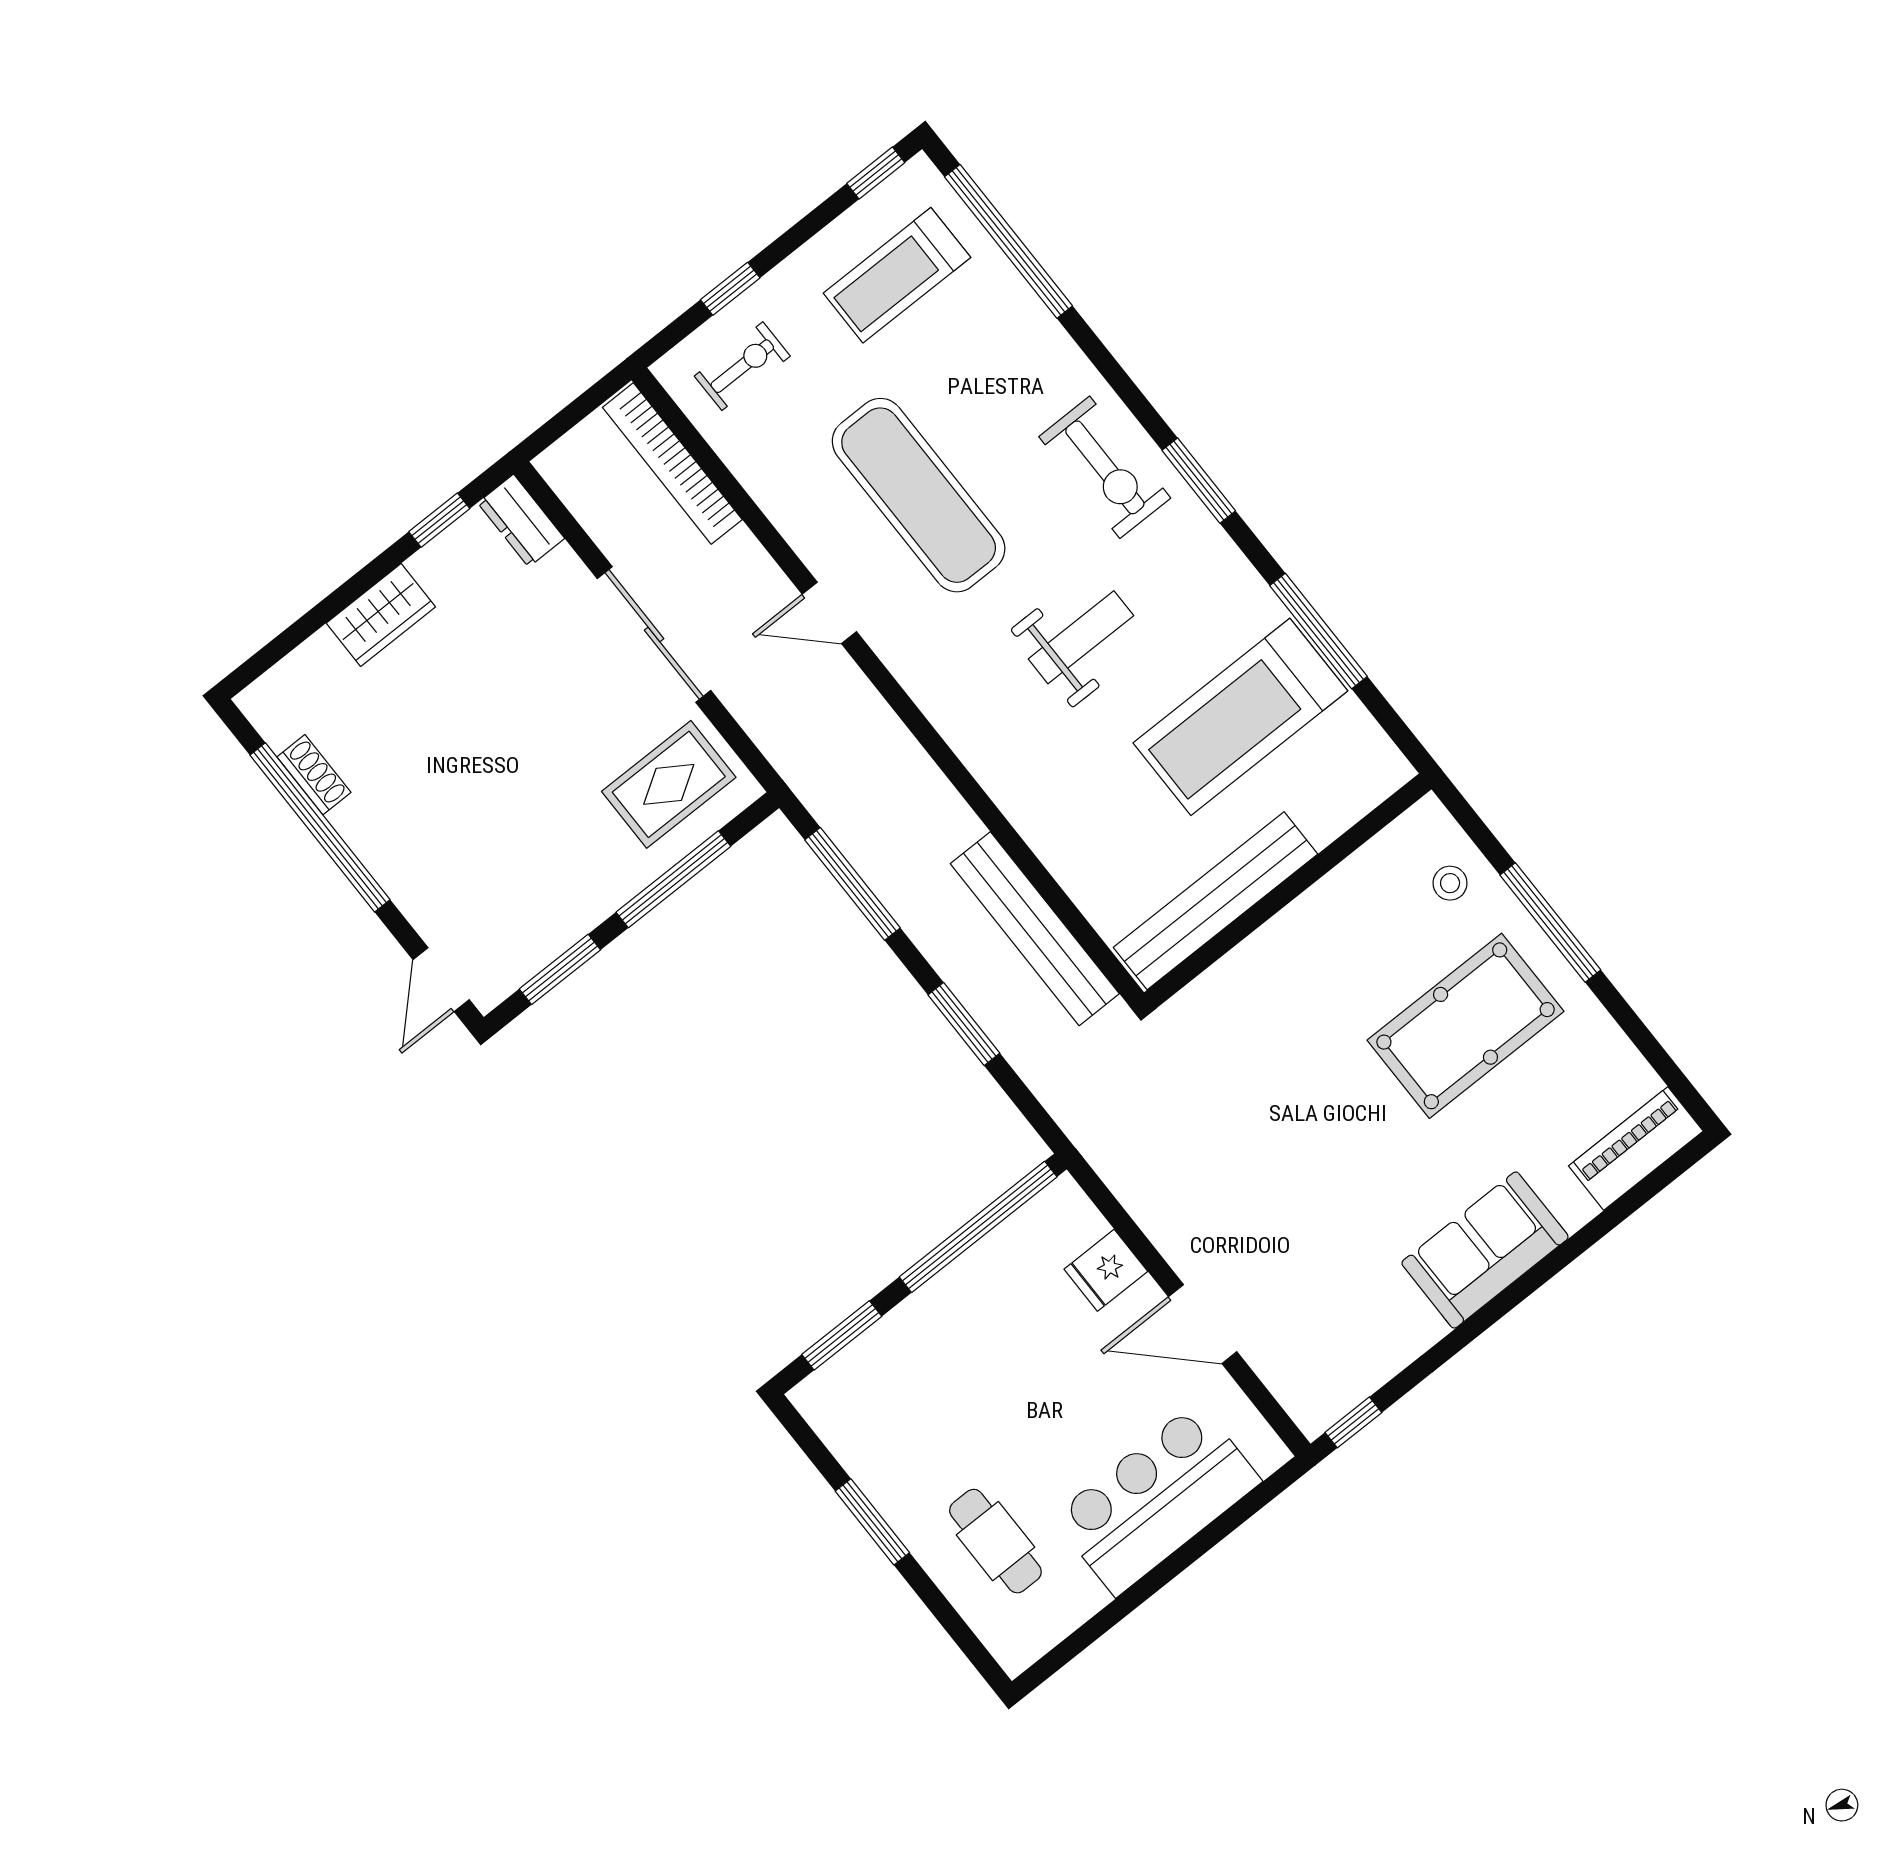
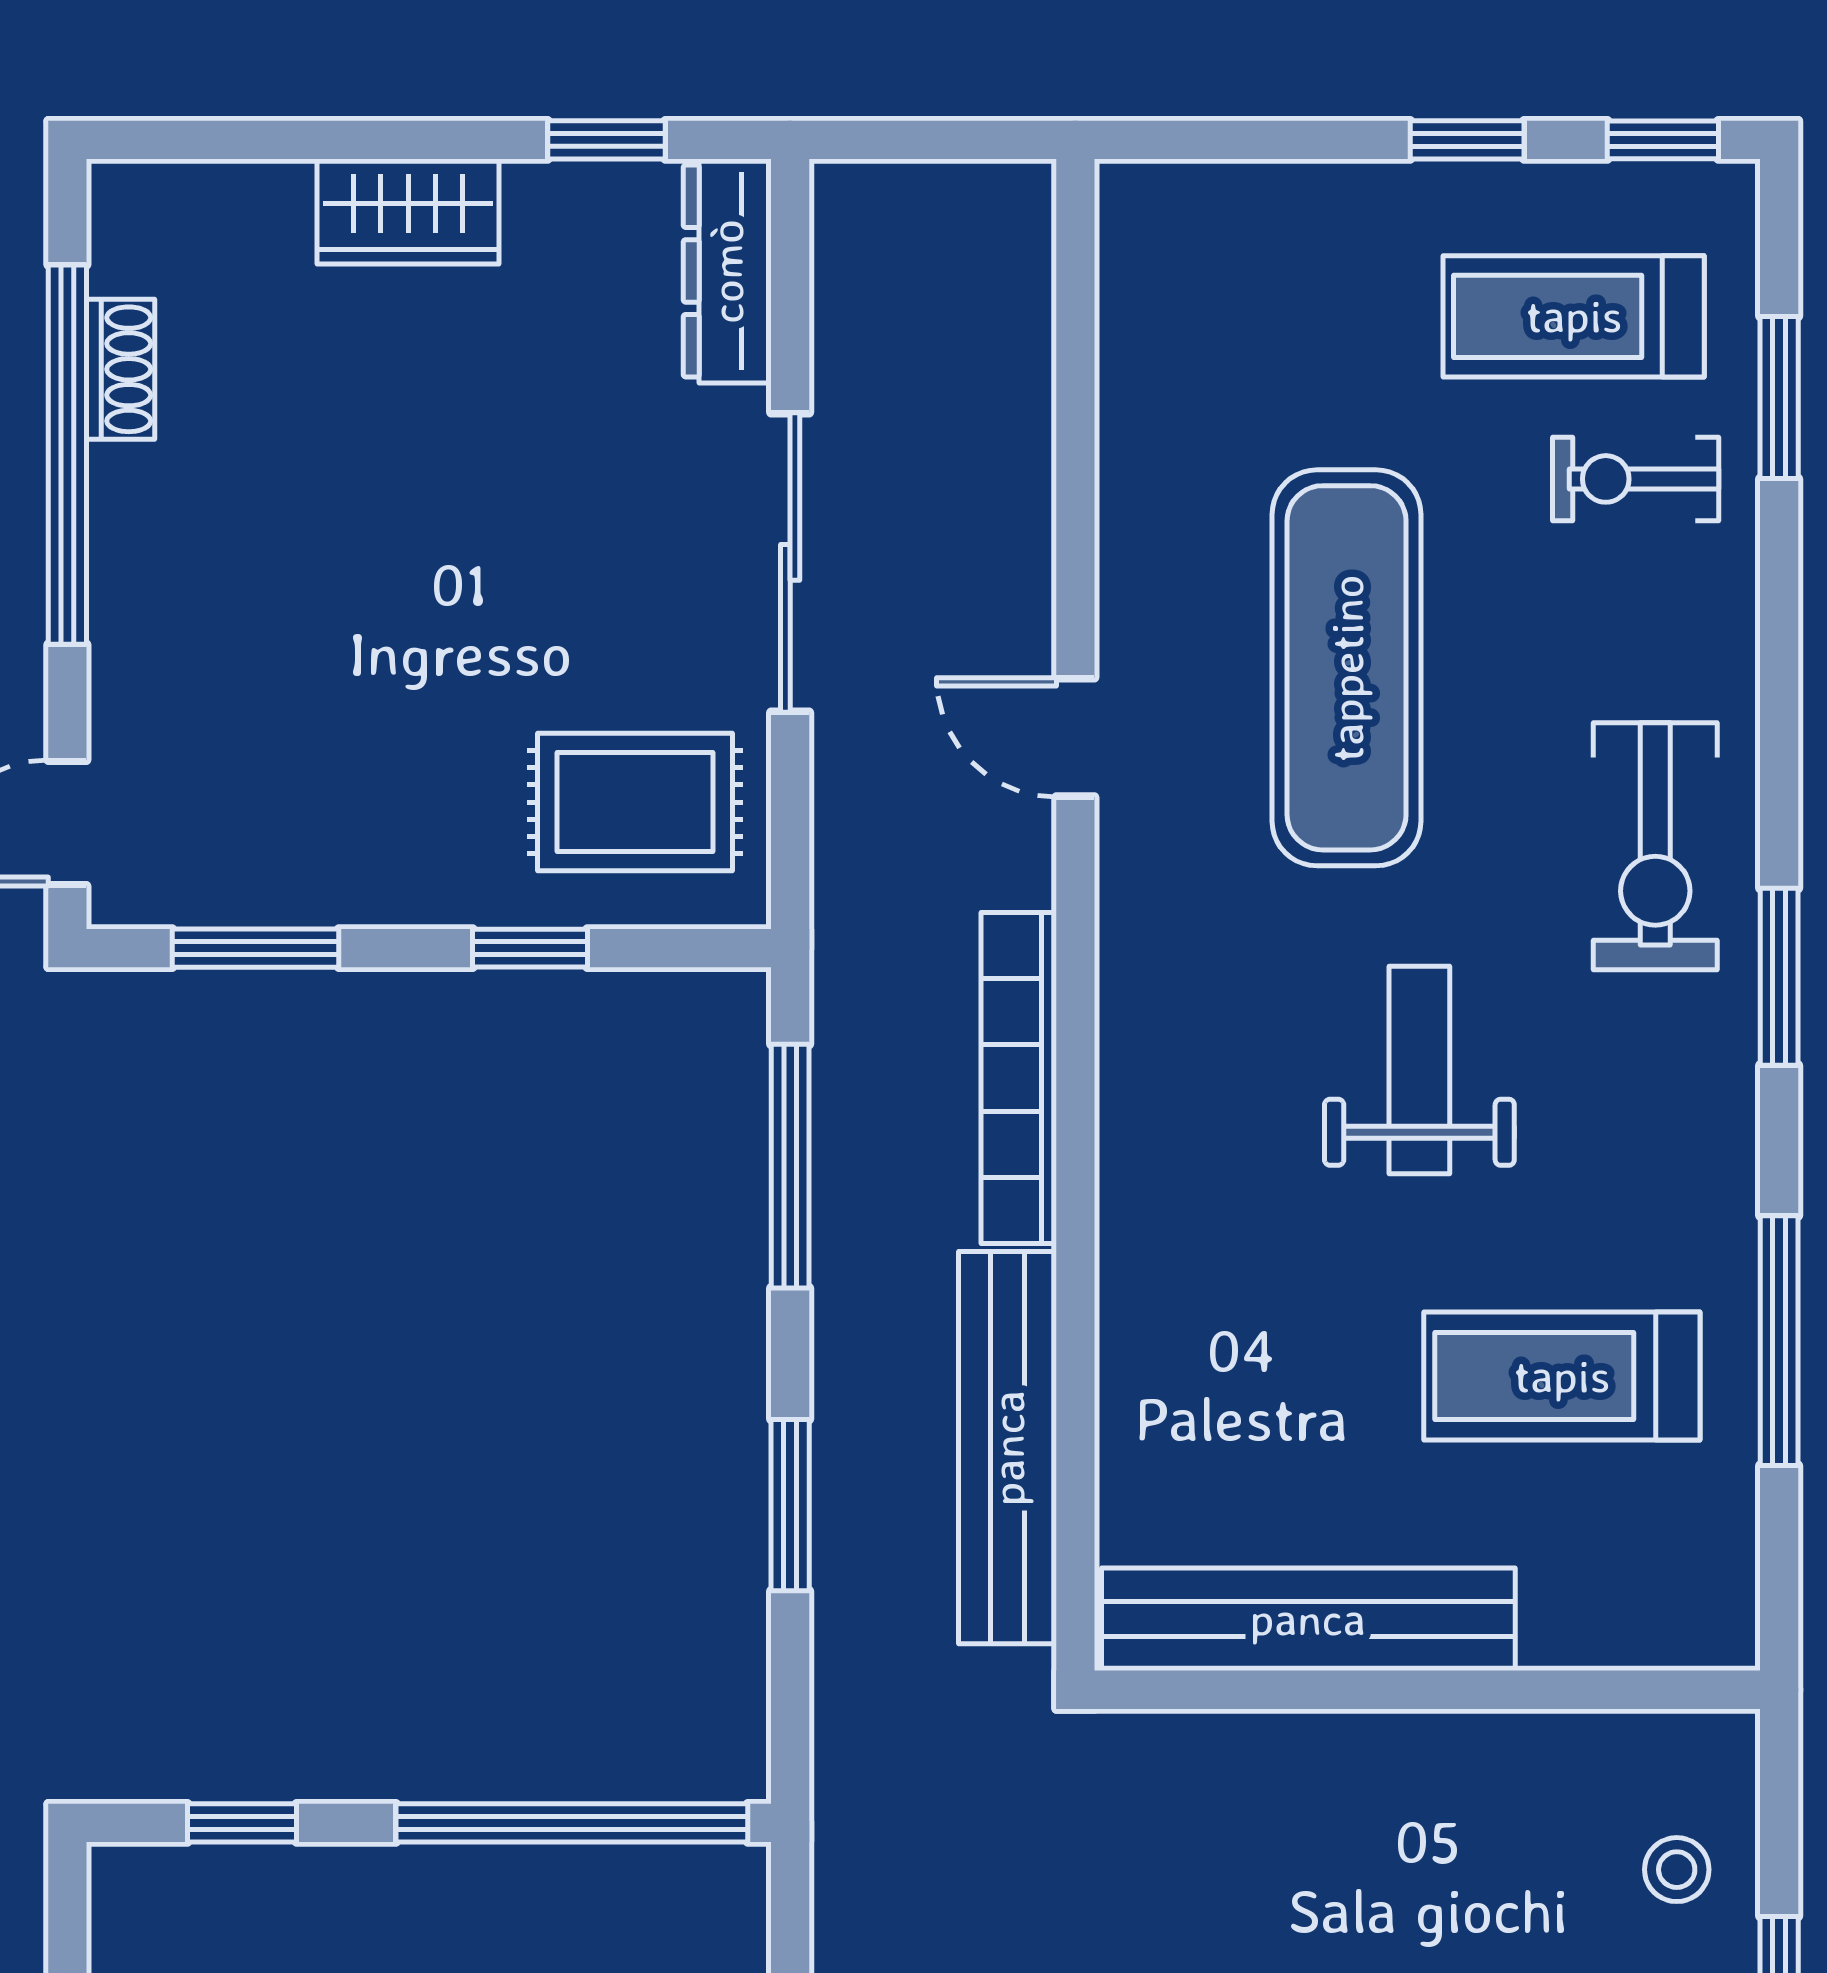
window: (1008, 241) -> (1779, 398), width x0.47
window: (730, 289) -> (1467, 140), moved
exercise bike: (742, 366) -> (1636, 479), moved, turned 180
bookcase: (672, 463) -> (1019, 1078), moved
dresser: (521, 521) -> (727, 271), width x1.44
weight bench: (1081, 637) -> (1419, 1070), turned -90
treadmill: (1240, 717) -> (1562, 1376), width x0.73, depth x0.73
window: (673, 879) -> (530, 948), width x0.46
window: (842, 1335) -> (242, 1823), width x0.67

